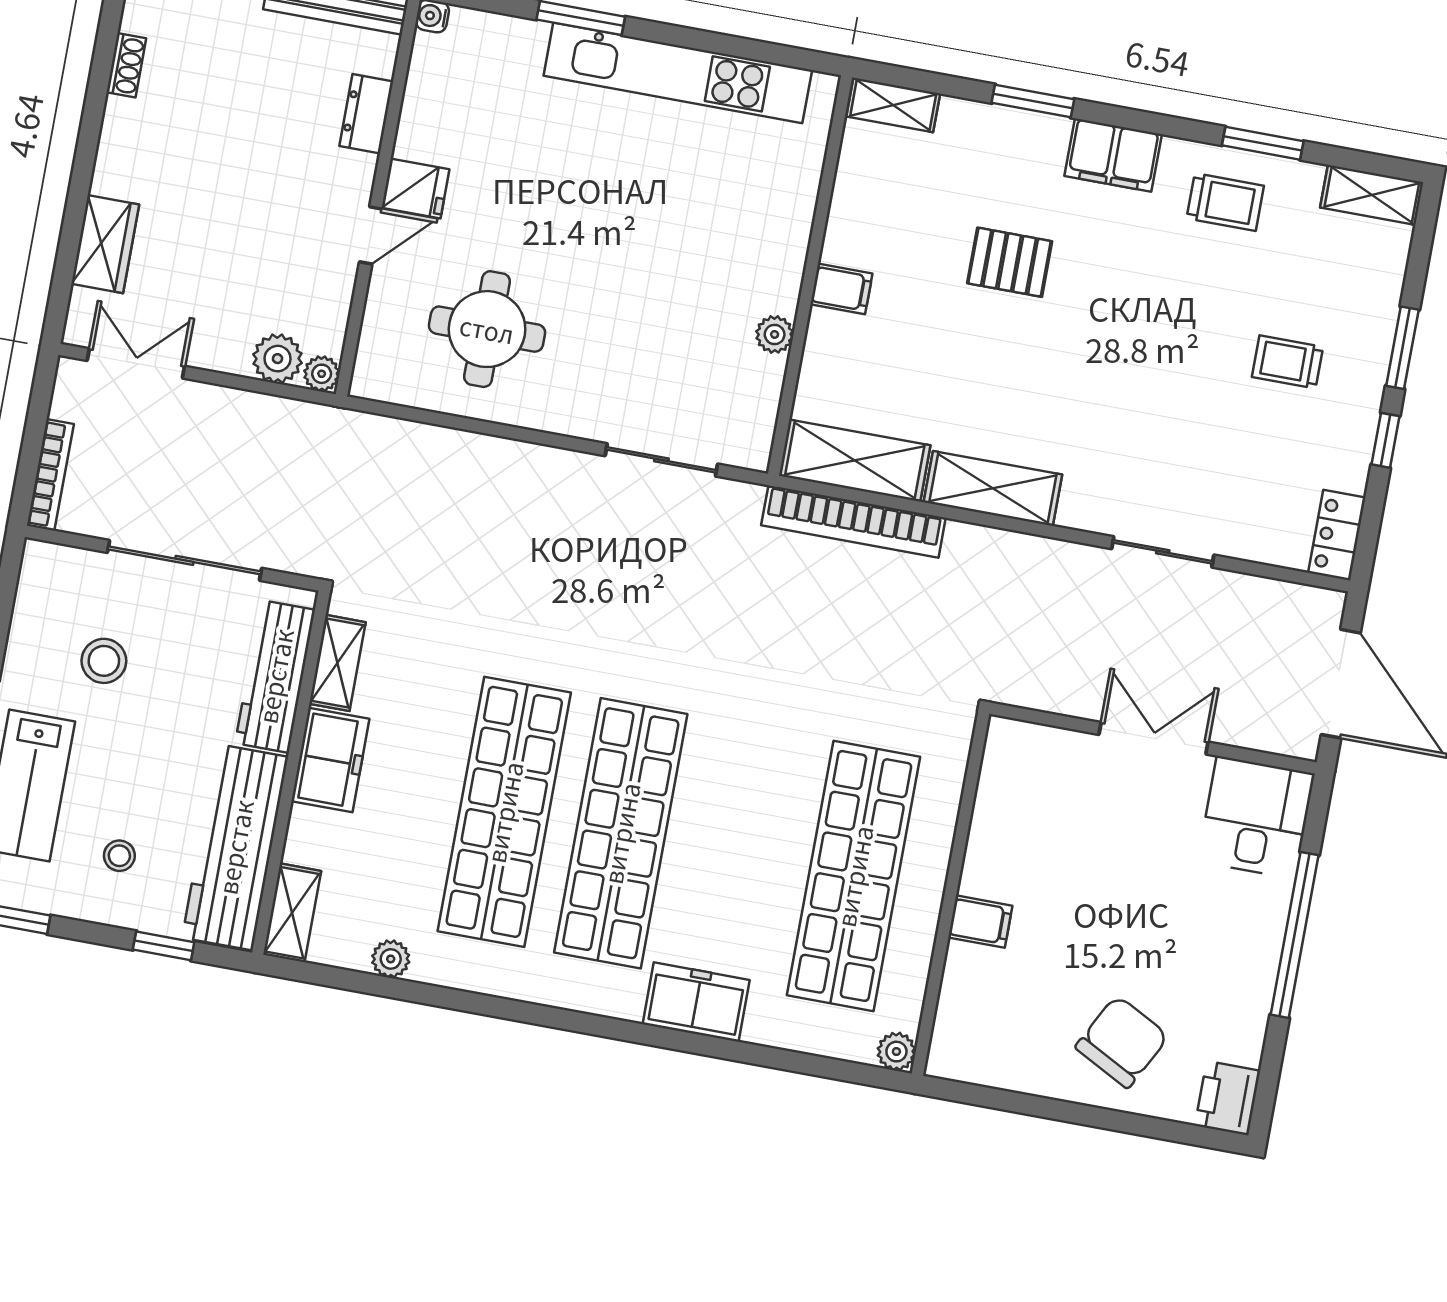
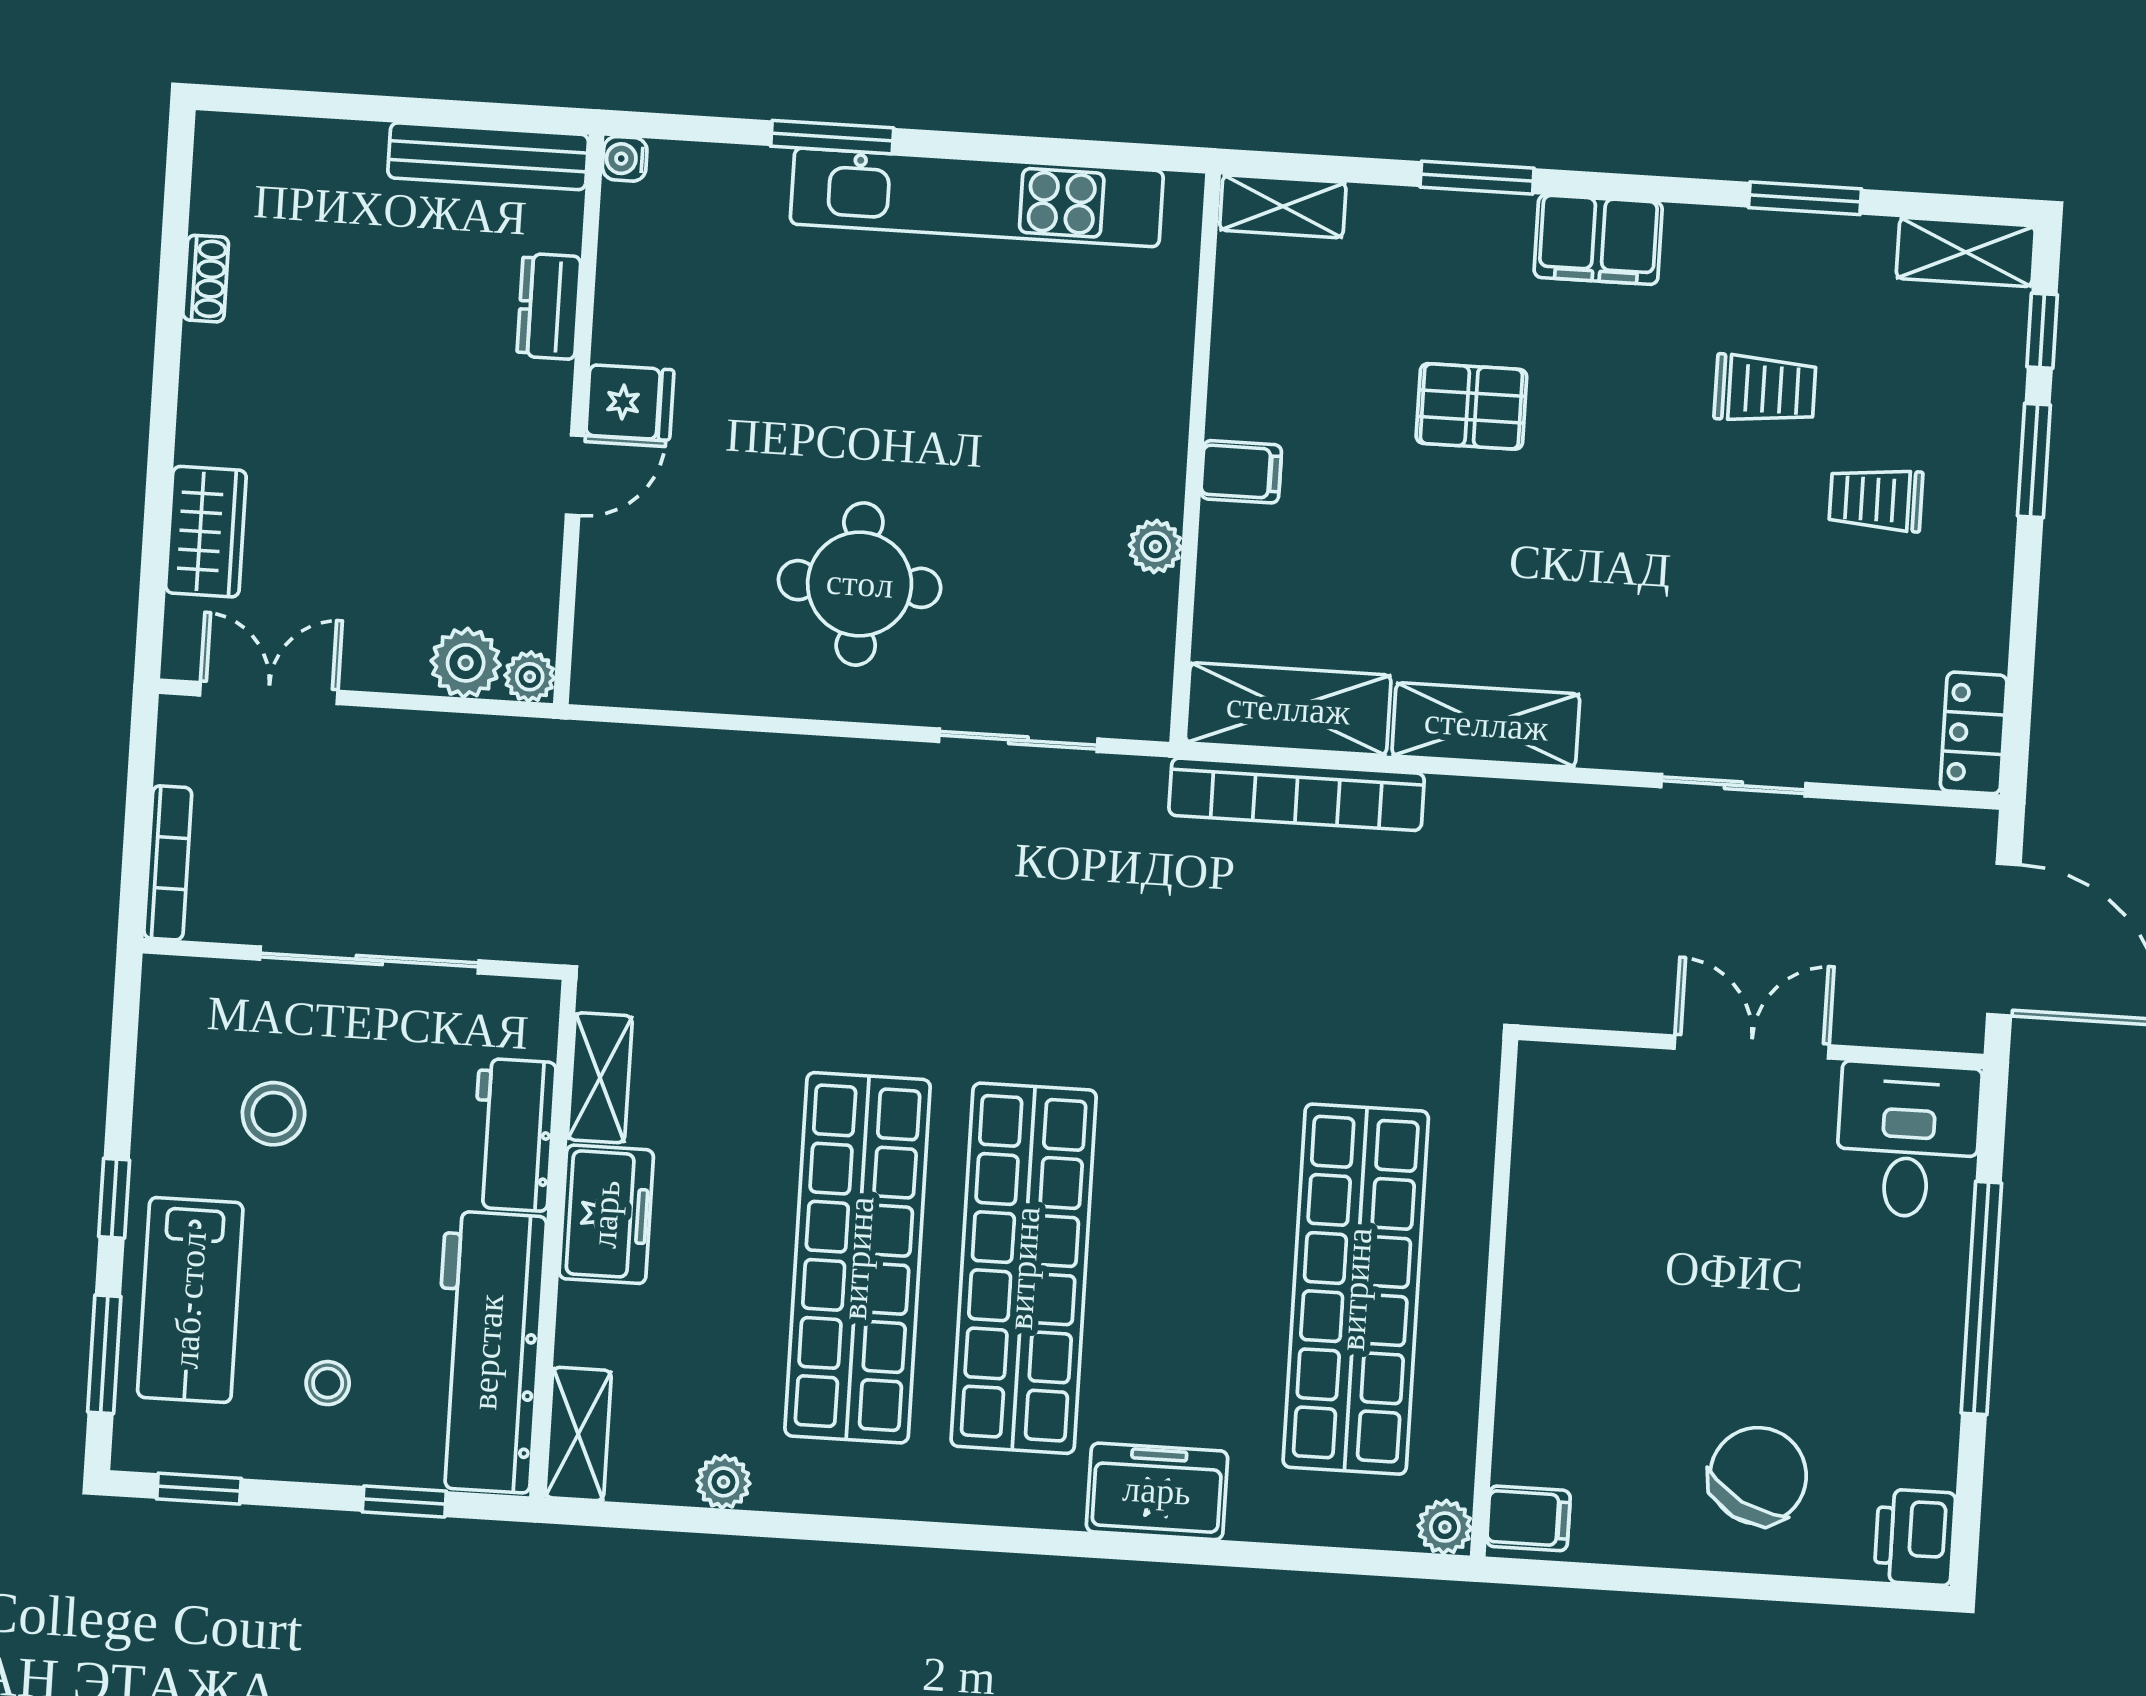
trolley: (1225, 202) -> (1765, 389), moved
round table: (487, 329) -> (860, 584), moved
window: (1385, 440) -> (2042, 331), moved
workbench: (275, 676) -> (513, 1135), width x0.73
filing cabinet: (980, 922) -> (1528, 1518), moved

